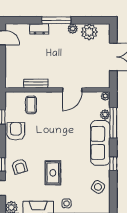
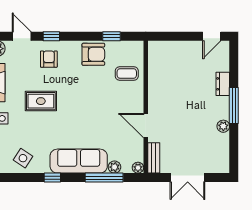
plant: (89, 32) -> (219, 147), removed
bench: (36, 84) -> (154, 158), moved
armchair: (20, 166) -> (49, 59), turned 106

